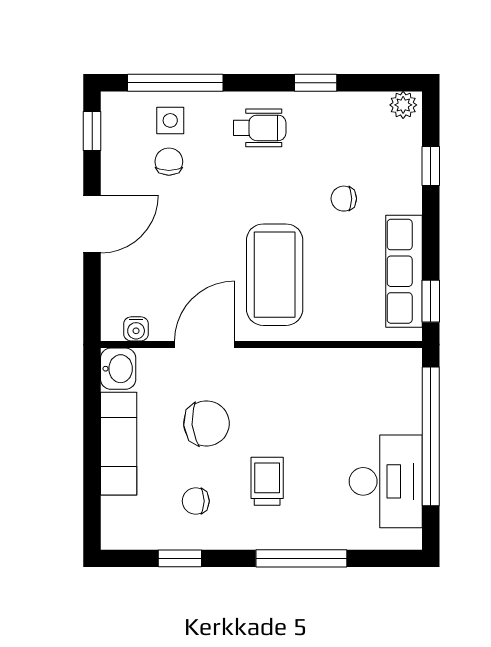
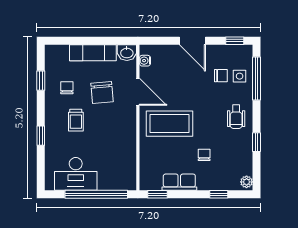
row of seats: (404, 271) -> (179, 182), width x0.68
trolley: (267, 481) -> (76, 120), turned 90
window: (301, 558) -> (41, 136), width x0.46

